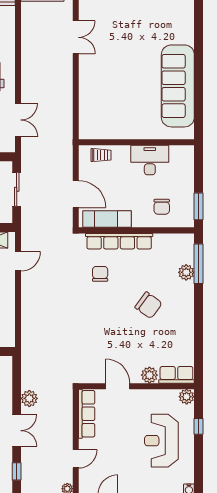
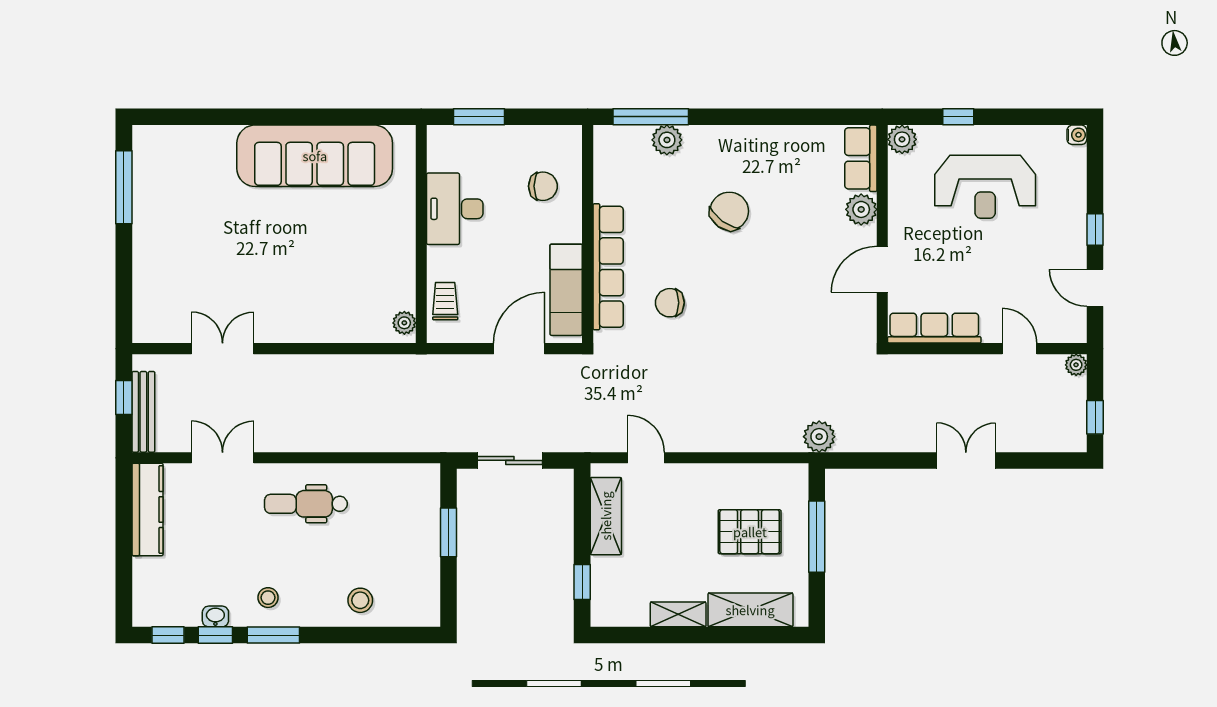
double door: (18, 120) -> (223, 458), moved
plant: (89, 133) -> (404, 323), added
window: (198, 206) -> (479, 117), moved
plant: (29, 398) -> (819, 437), moved
window: (17, 471) -> (1043, 460), removed

